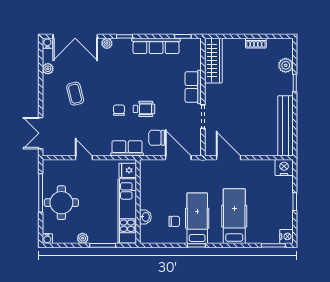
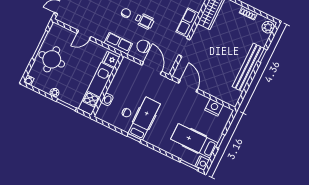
plant: (286, 65) -> (268, 27), moved
bench: (285, 126) -> (248, 67), moved
door: (84, 158) -> (84, 35), swing flipped
nightstand: (284, 168) -> (214, 107), moved
hospital bed: (234, 216) -> (194, 141), moved, turned -90

